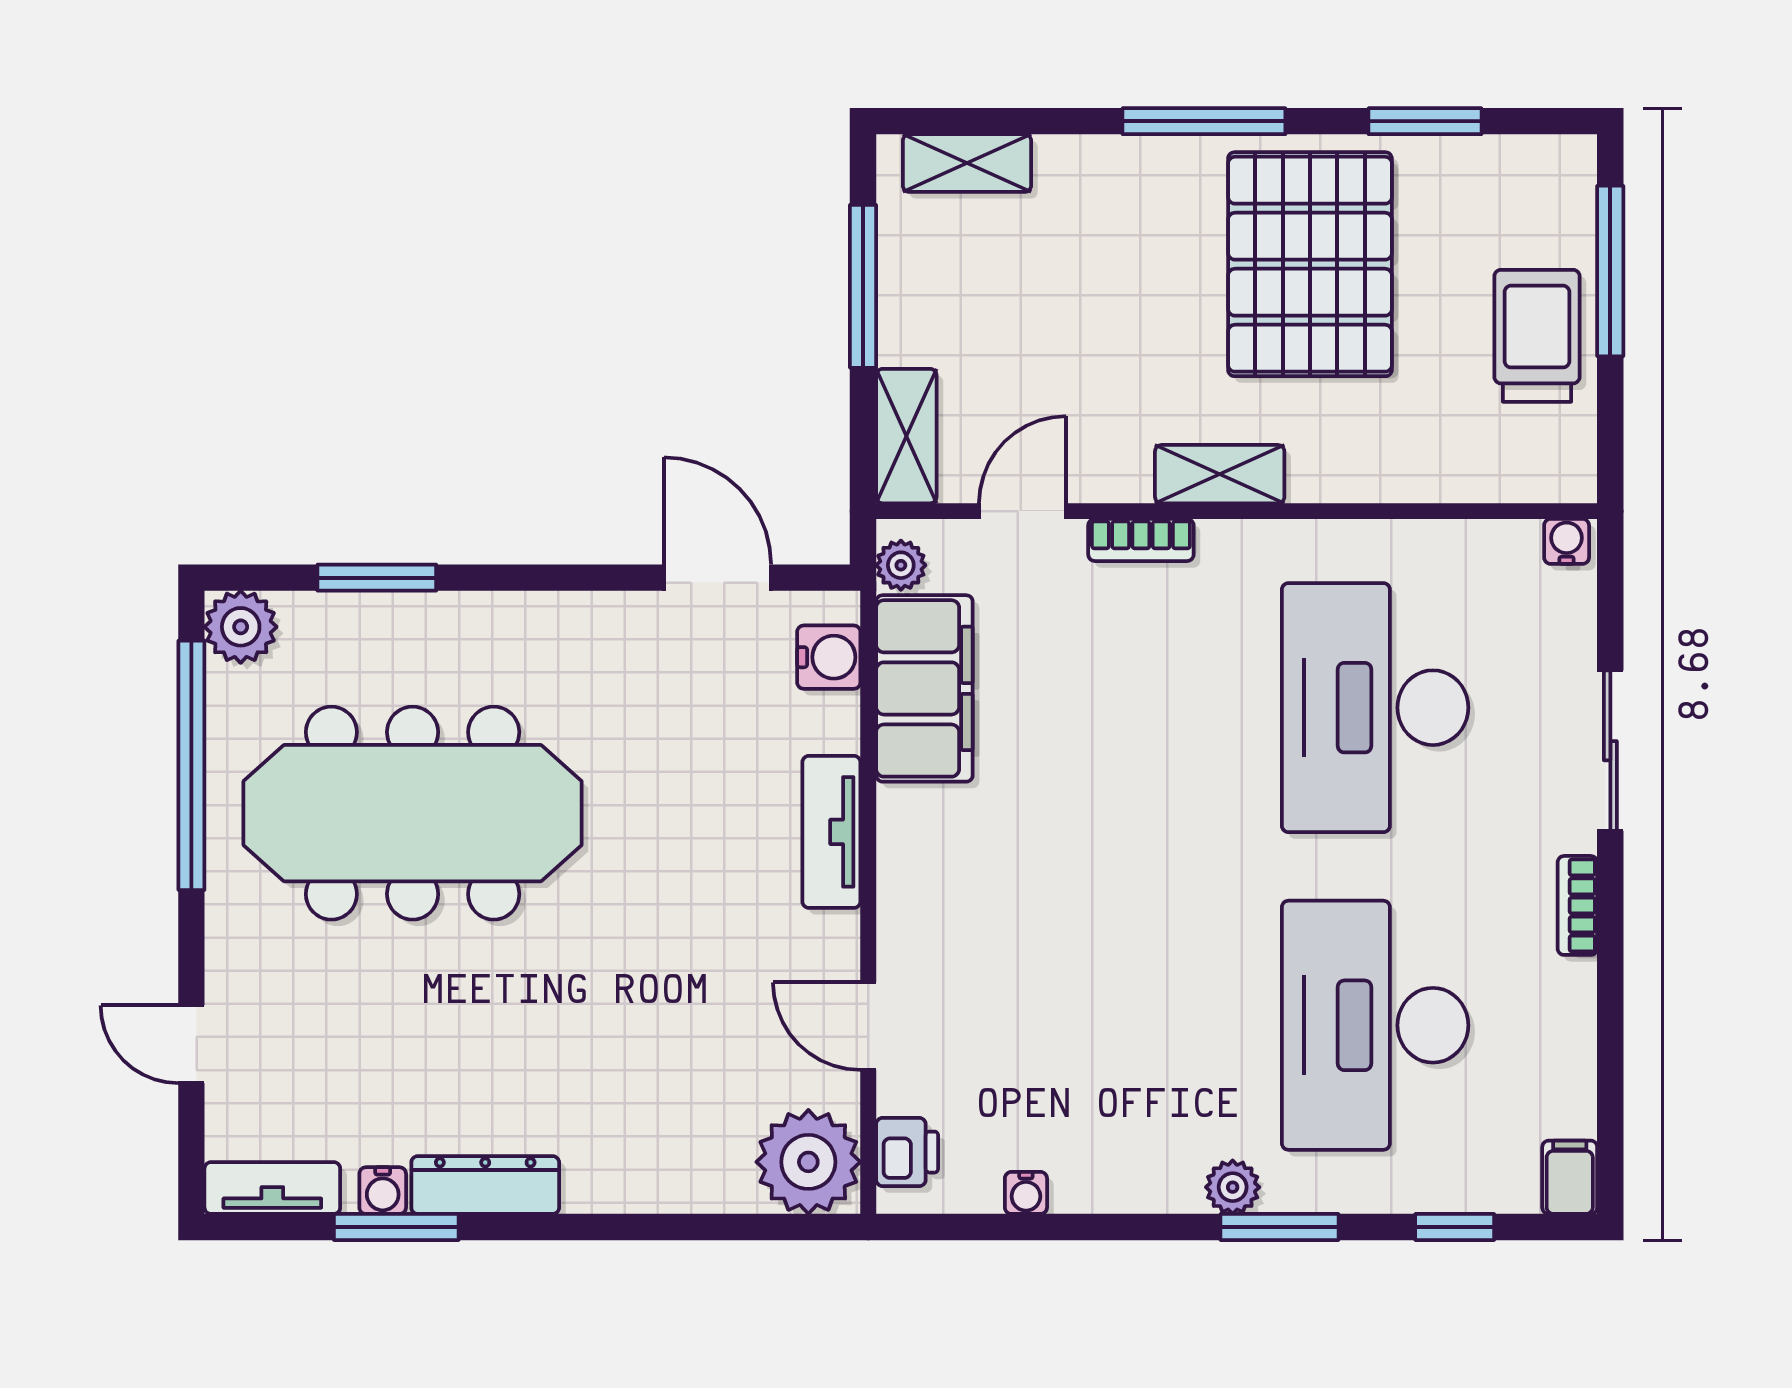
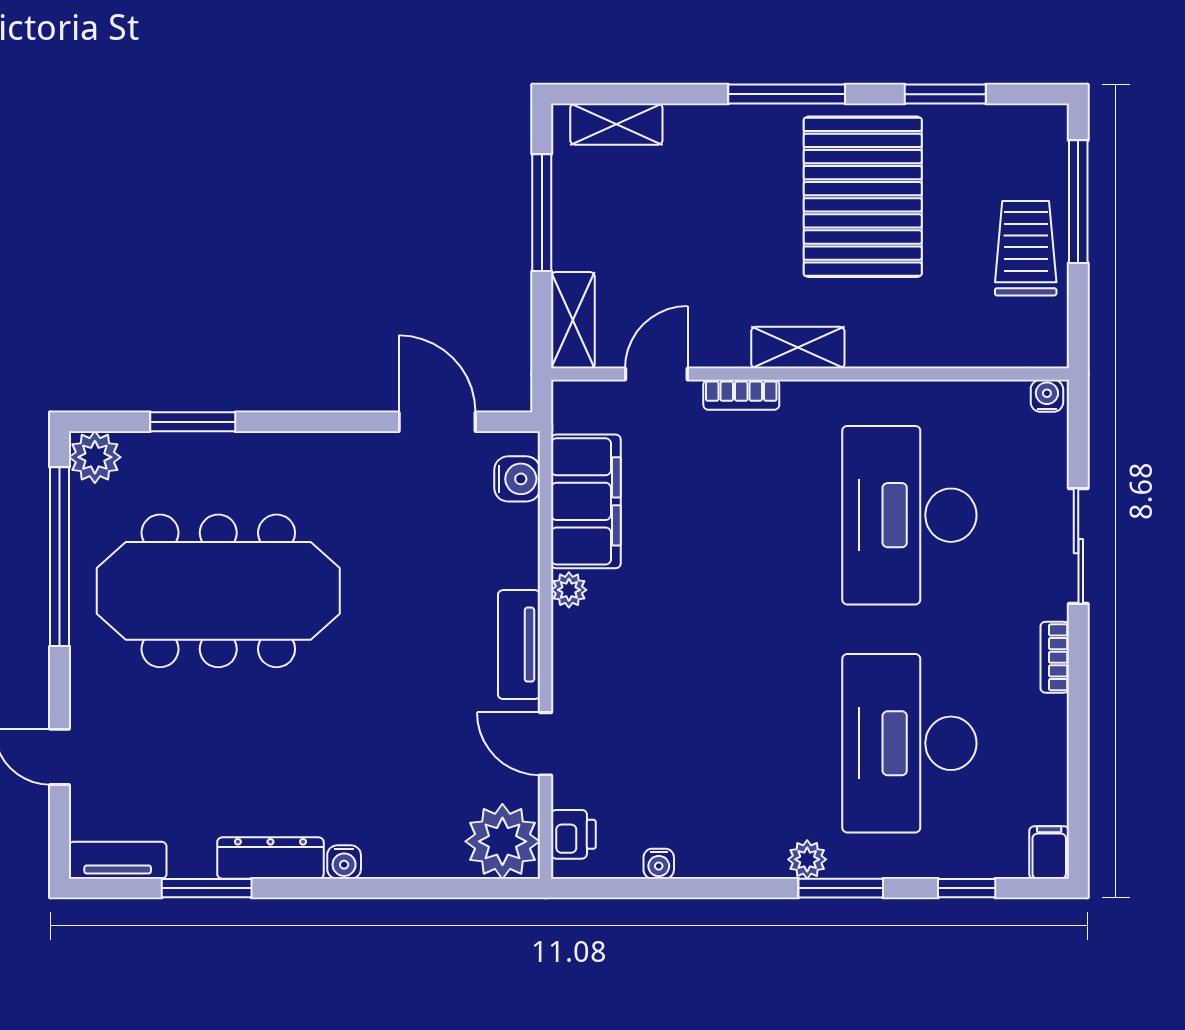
plant: (901, 565) -> (569, 590), moved
tv unit: (831, 832) -> (519, 645), moved
water cooler: (383, 1191) -> (344, 862), moved

